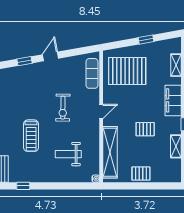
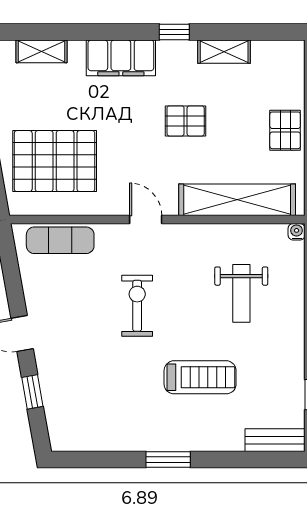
pallet: (127, 71) -> (55, 161), turned 90
exercise bike: (63, 108) -> (137, 306), turned -91
pallet: (145, 129) -> (186, 121), turned 90

